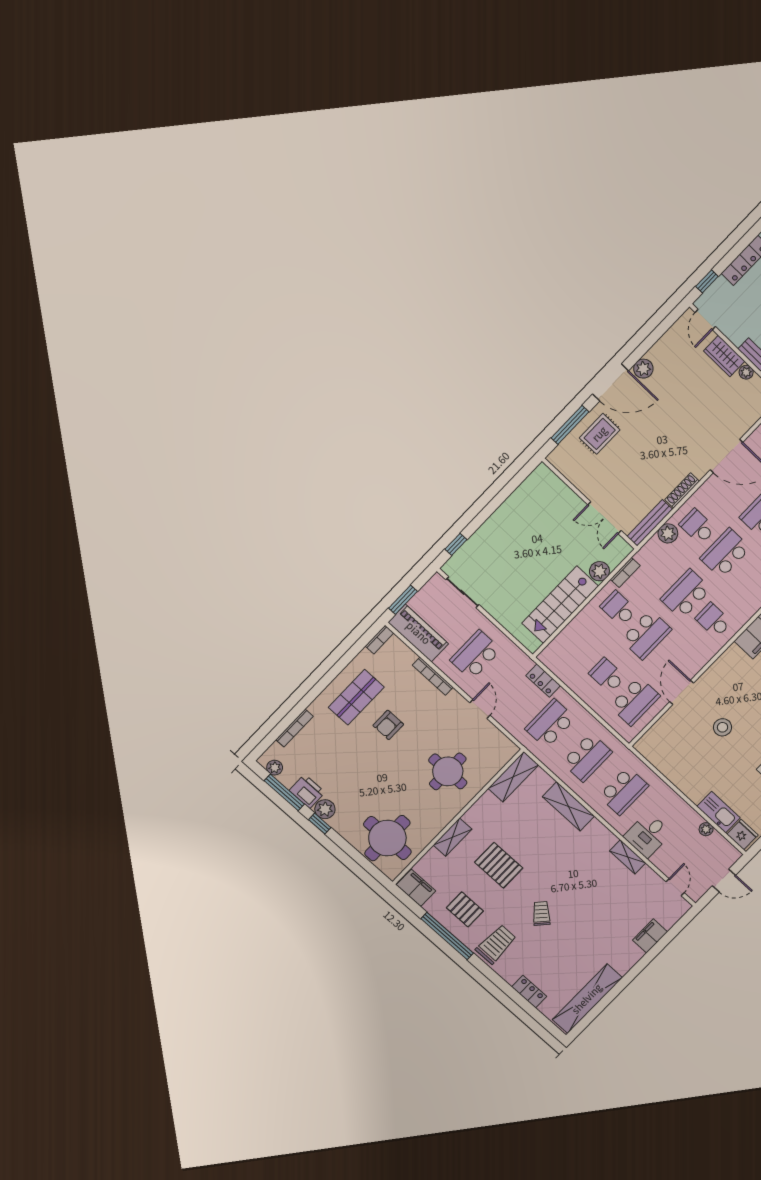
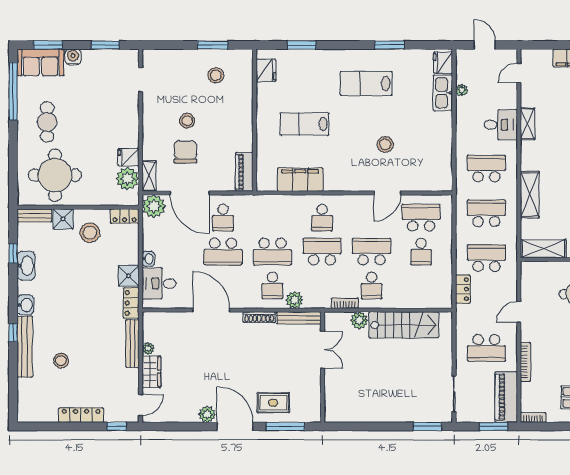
window: (456, 544) -> (427, 426), width x1.50
school desk: (686, 594) -> (322, 252), turned 180
school desk: (550, 724) -> (486, 258), turned 180

